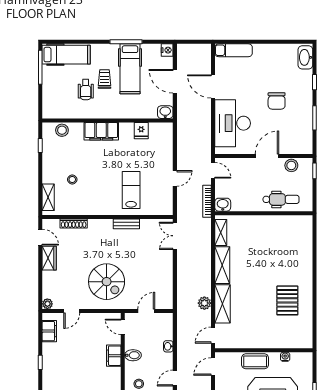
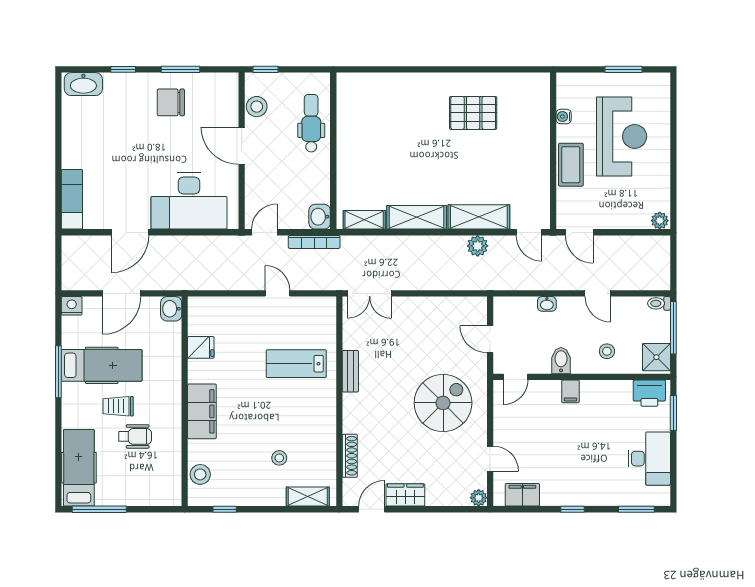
chair: (277, 101) -> (171, 102), moved, turned 180
filing cabinet: (114, 356) -> (570, 391), width x0.50

